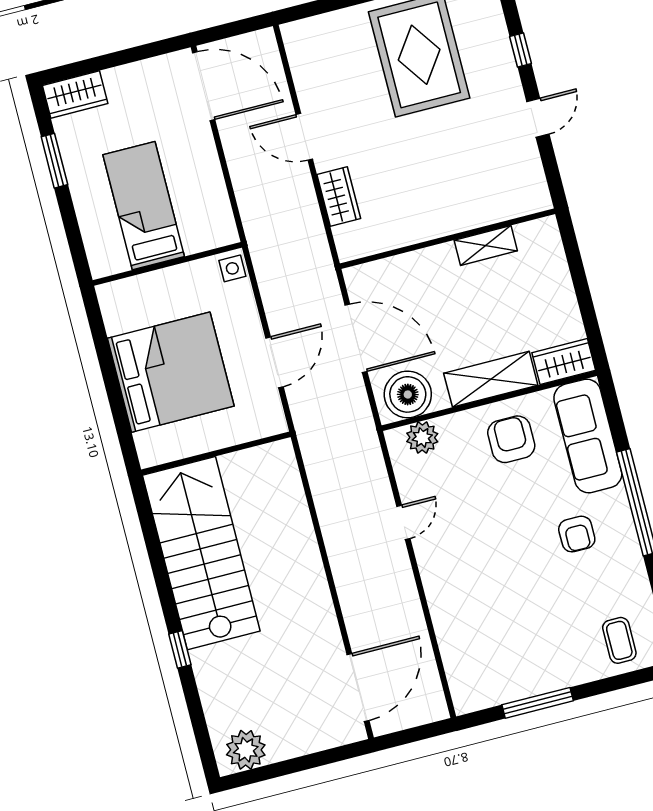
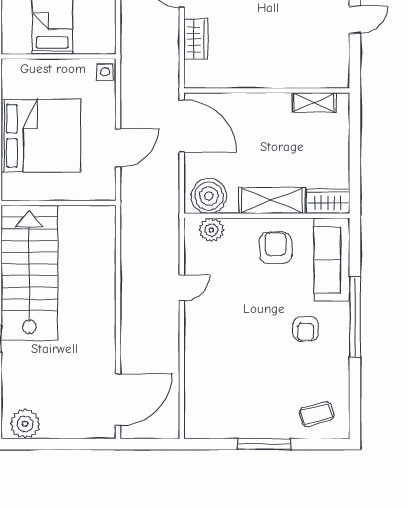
shelving: (486, 246) -> (314, 102), moved
door: (356, 338) -> (182, 126), moved
coffee table: (619, 640) -> (317, 414), turned 74
window: (538, 703) -> (264, 444), moved

